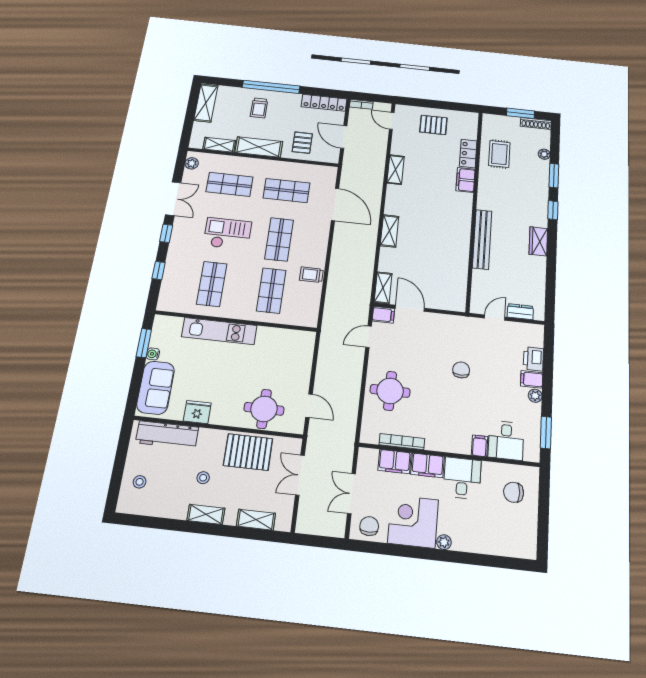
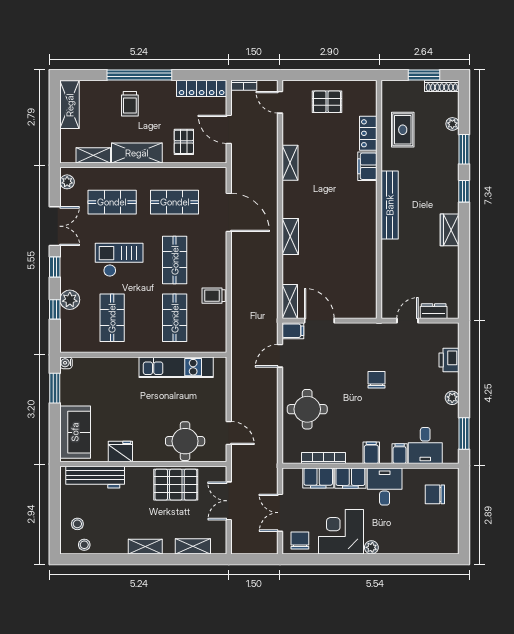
bench: (482, 239) -> (390, 205), moved
plant: (174, 263) -> (70, 300), added
kitchen unit: (219, 331) -> (176, 367), moved
water cooler: (153, 354) -> (66, 363), moved
filing cabinet: (532, 379) -> (371, 453), moved, turned 90
stool: (203, 478) -> (84, 545), moved

